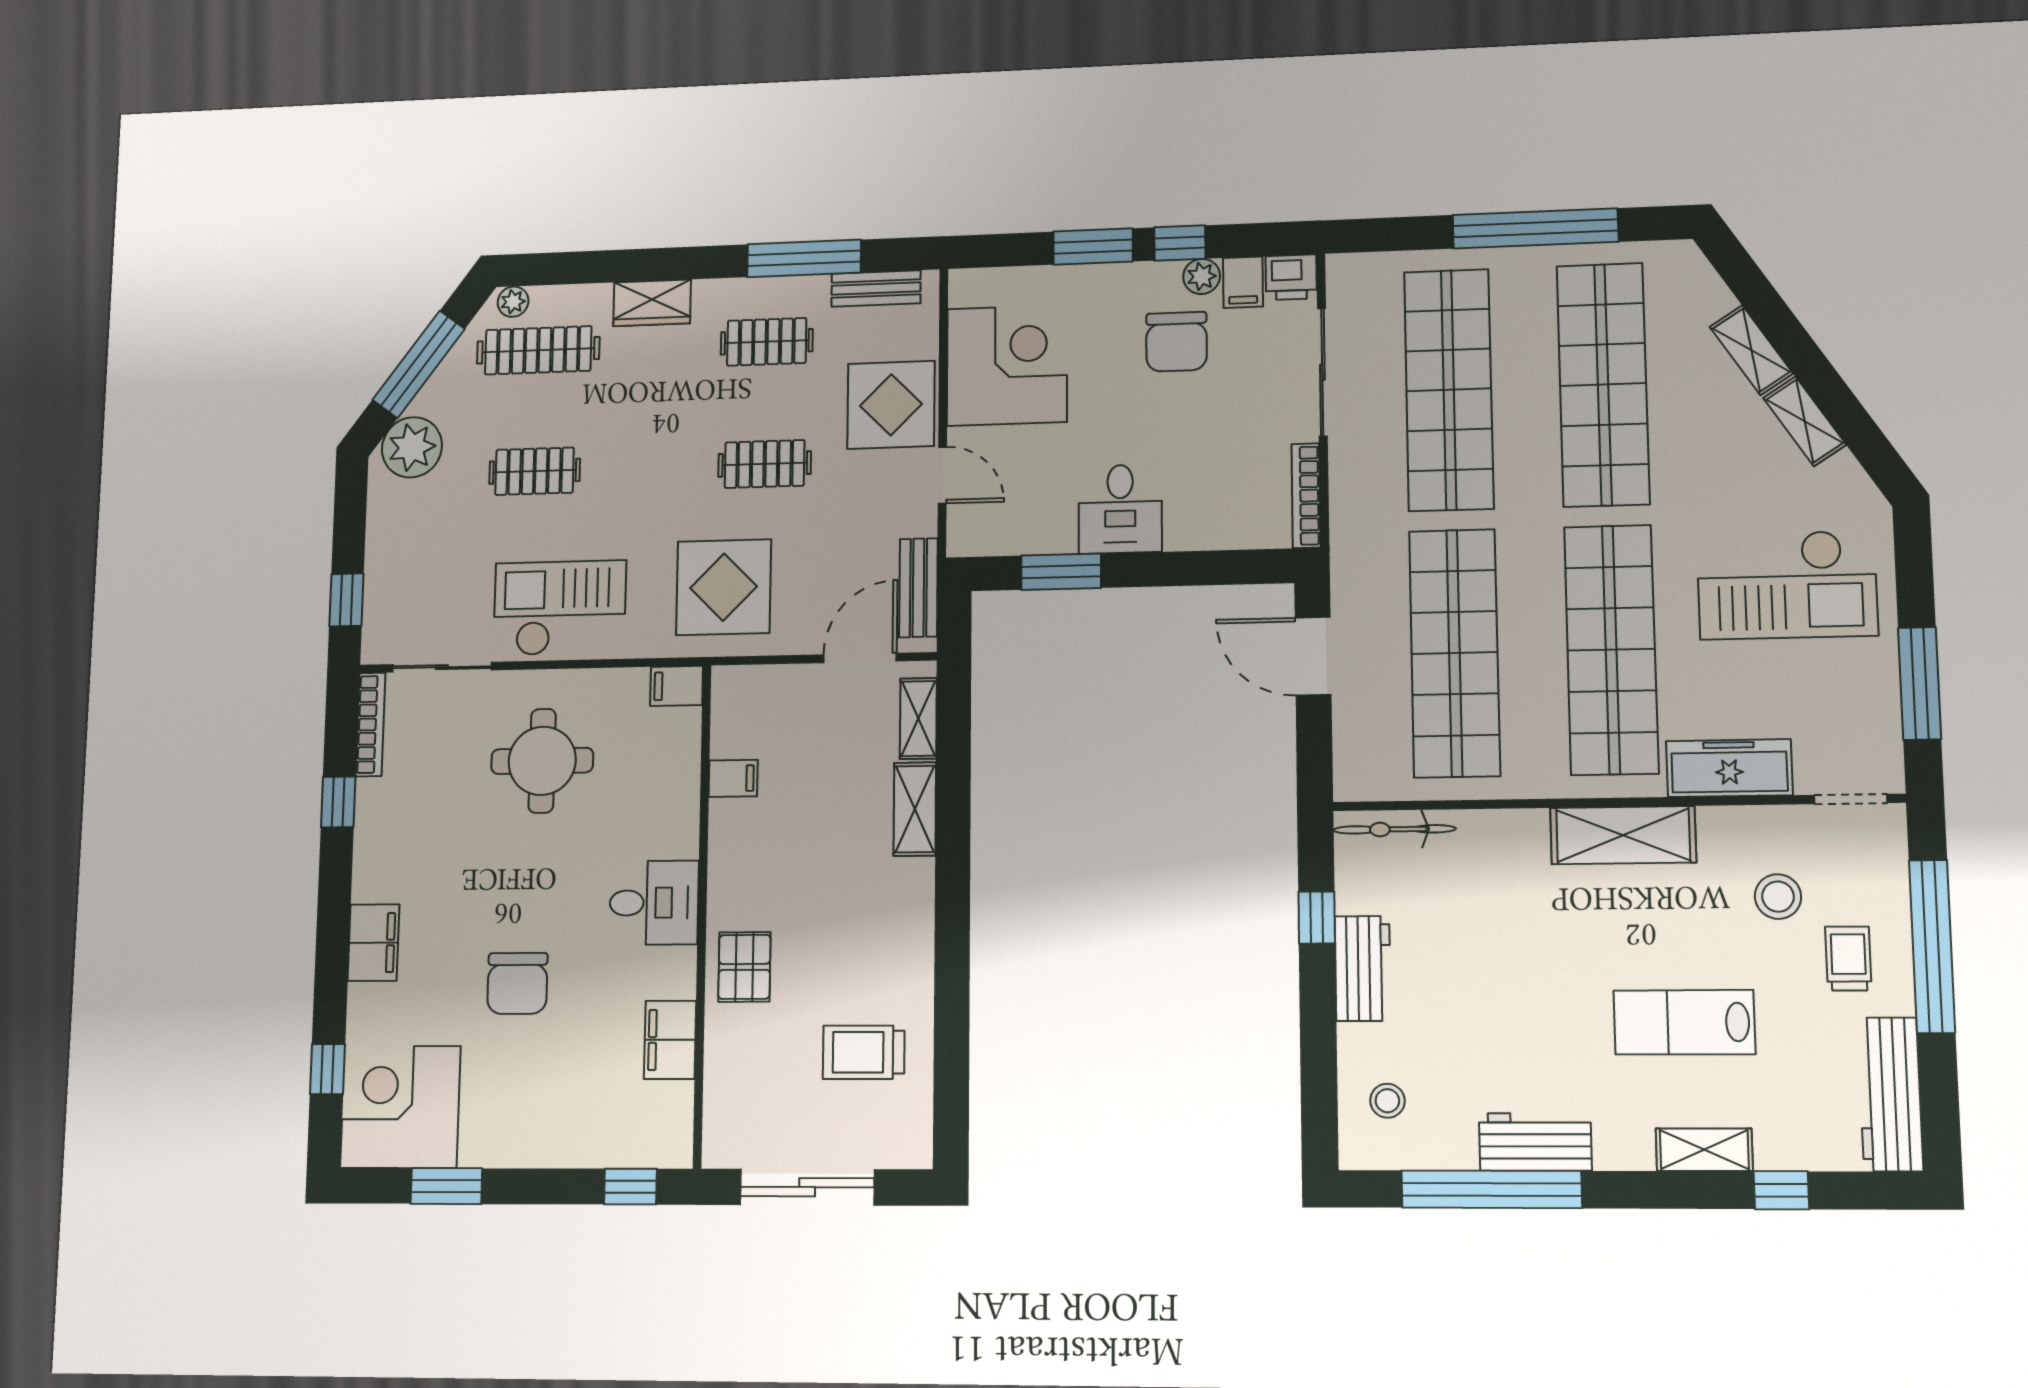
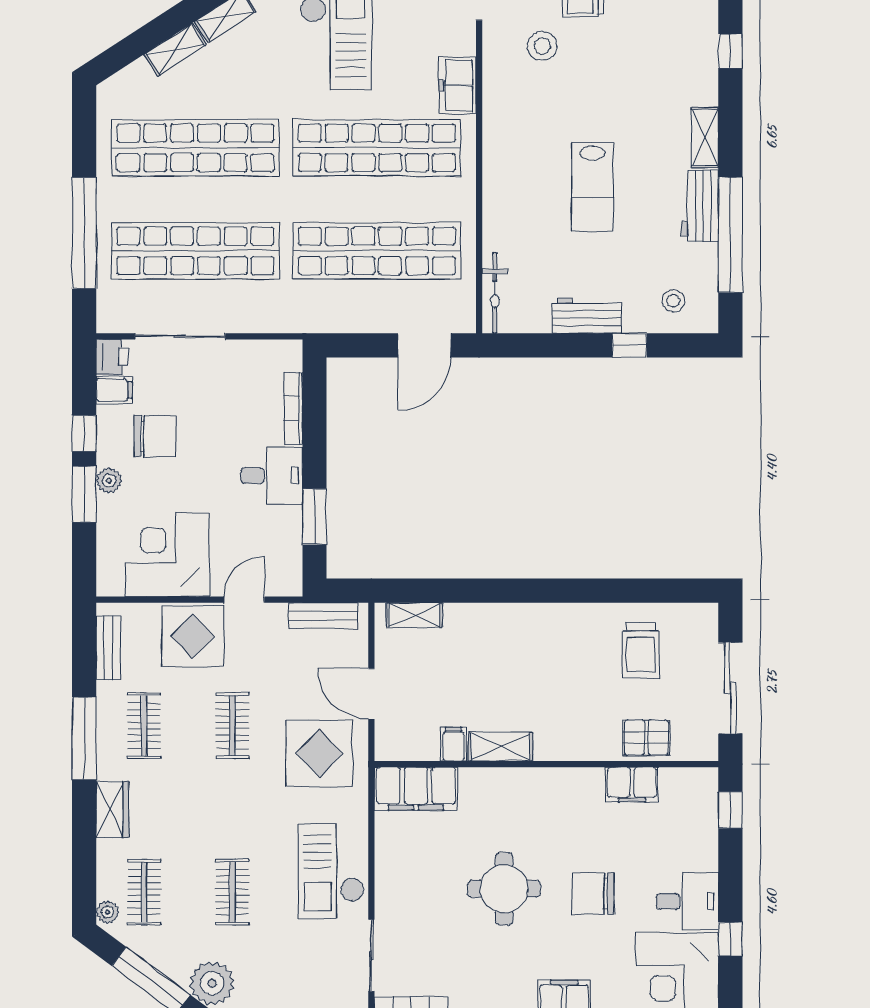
window: (1535, 228) -> (84, 233), moved
window: (804, 258) -> (84, 738), moved
plant: (1202, 276) -> (109, 481), moved
clothes rail: (538, 350) -> (144, 892), width x0.73
bookcase: (1306, 496) -> (293, 408), moved, turned 90
door: (1313, 656) -> (424, 345), moved
door: (860, 658) -> (371, 694), moved
filing cabinet: (677, 686) -> (416, 789), width x3.00, depth x1.17
round table: (542, 761) -> (504, 889), moved
freezer: (1729, 768) -> (457, 85), width x0.71
shelving: (915, 809) -> (501, 747), moved
shelving: (1623, 835) -> (501, 144), removed
desk: (654, 903) -> (687, 901), moved, turned 90
window: (1317, 918) -> (629, 345), moved
pallet: (744, 967) -> (646, 738), moved
chair: (517, 983) -> (593, 893), turned 180
lab bench: (1684, 1022) -> (592, 187), moved
shelving: (1704, 1150) -> (705, 138), moved
window: (446, 1186) -> (730, 939), width x0.67

